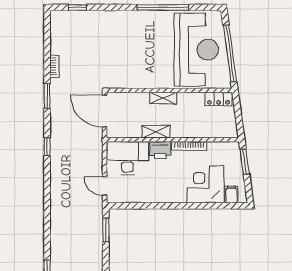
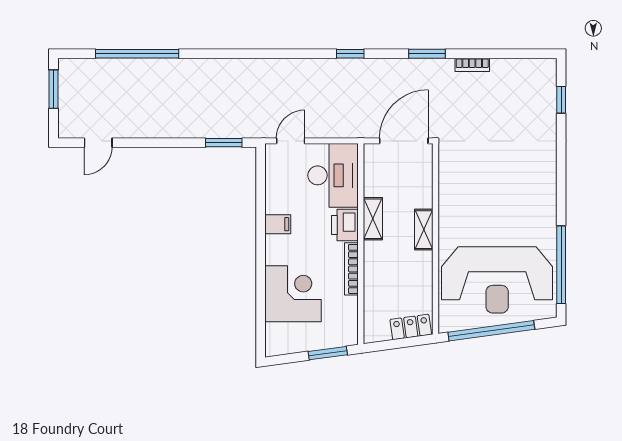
window: (163, 7) -> (561, 265), moved
locker: (219, 99) -> (411, 327), moved, turned 82
filing cabinet: (231, 194) -> (278, 224), moved

